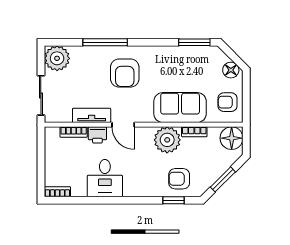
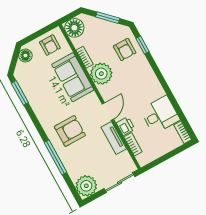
desk: (105, 178) -> (160, 115), moved

